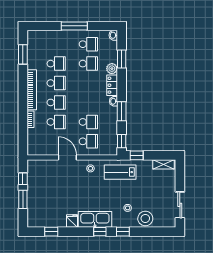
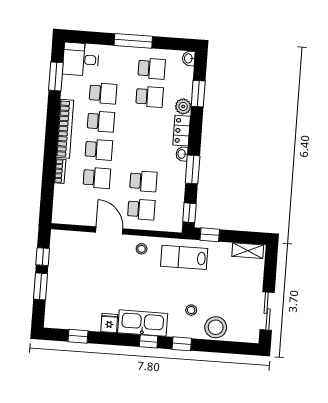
desk: (39, 41) -> (81, 59), added

